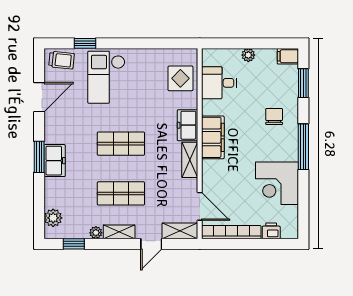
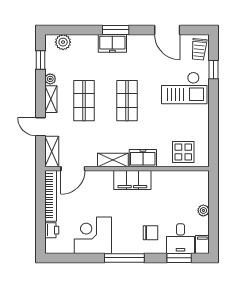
checkout: (106, 77) -> (184, 88), turned 180
desk: (219, 83) -> (181, 239), moved, turned 180

